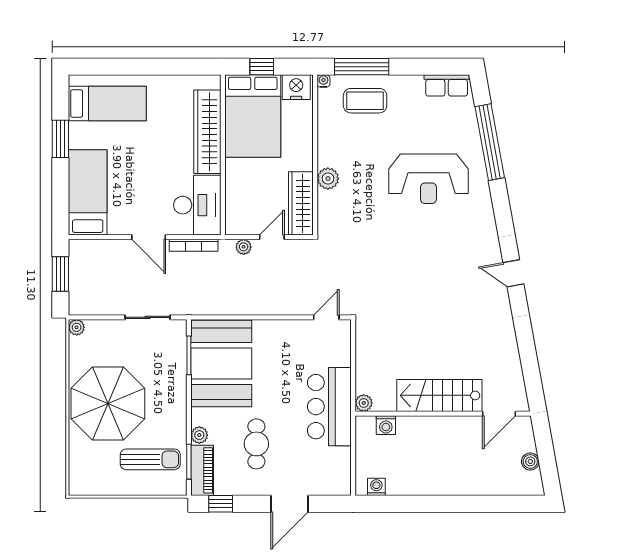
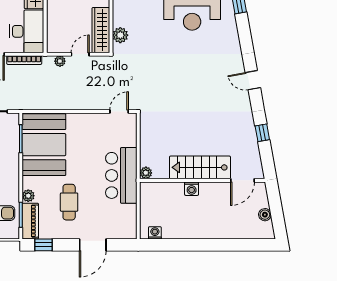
plant: (328, 179) -> (120, 35), moved
window: (527, 347) -> (262, 133), added
washing machine: (386, 425) -> (192, 189), moved

